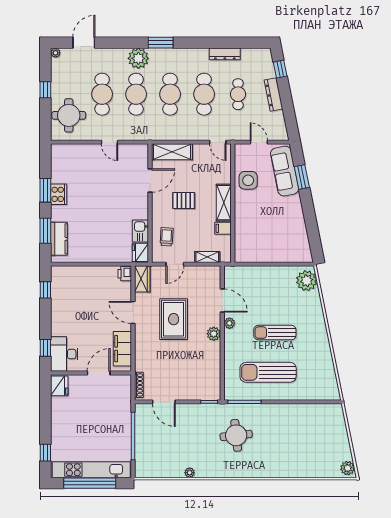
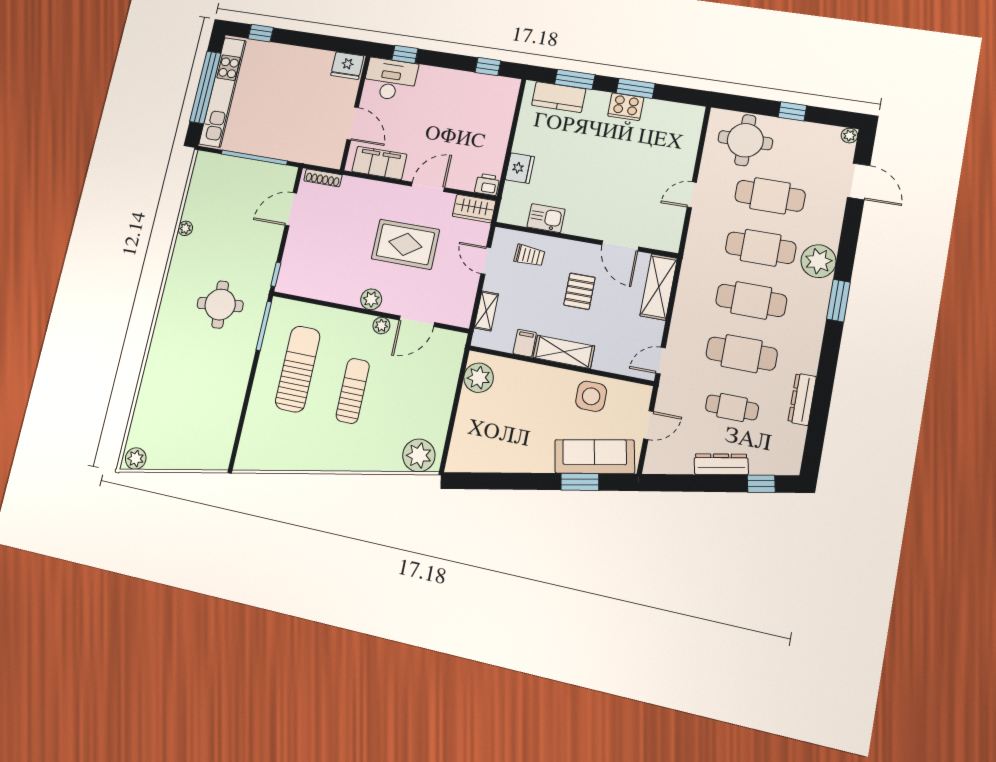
fridge: (140, 252) -> (520, 168), moved, turned 90
plant: (250, 253) -> (479, 378), added

